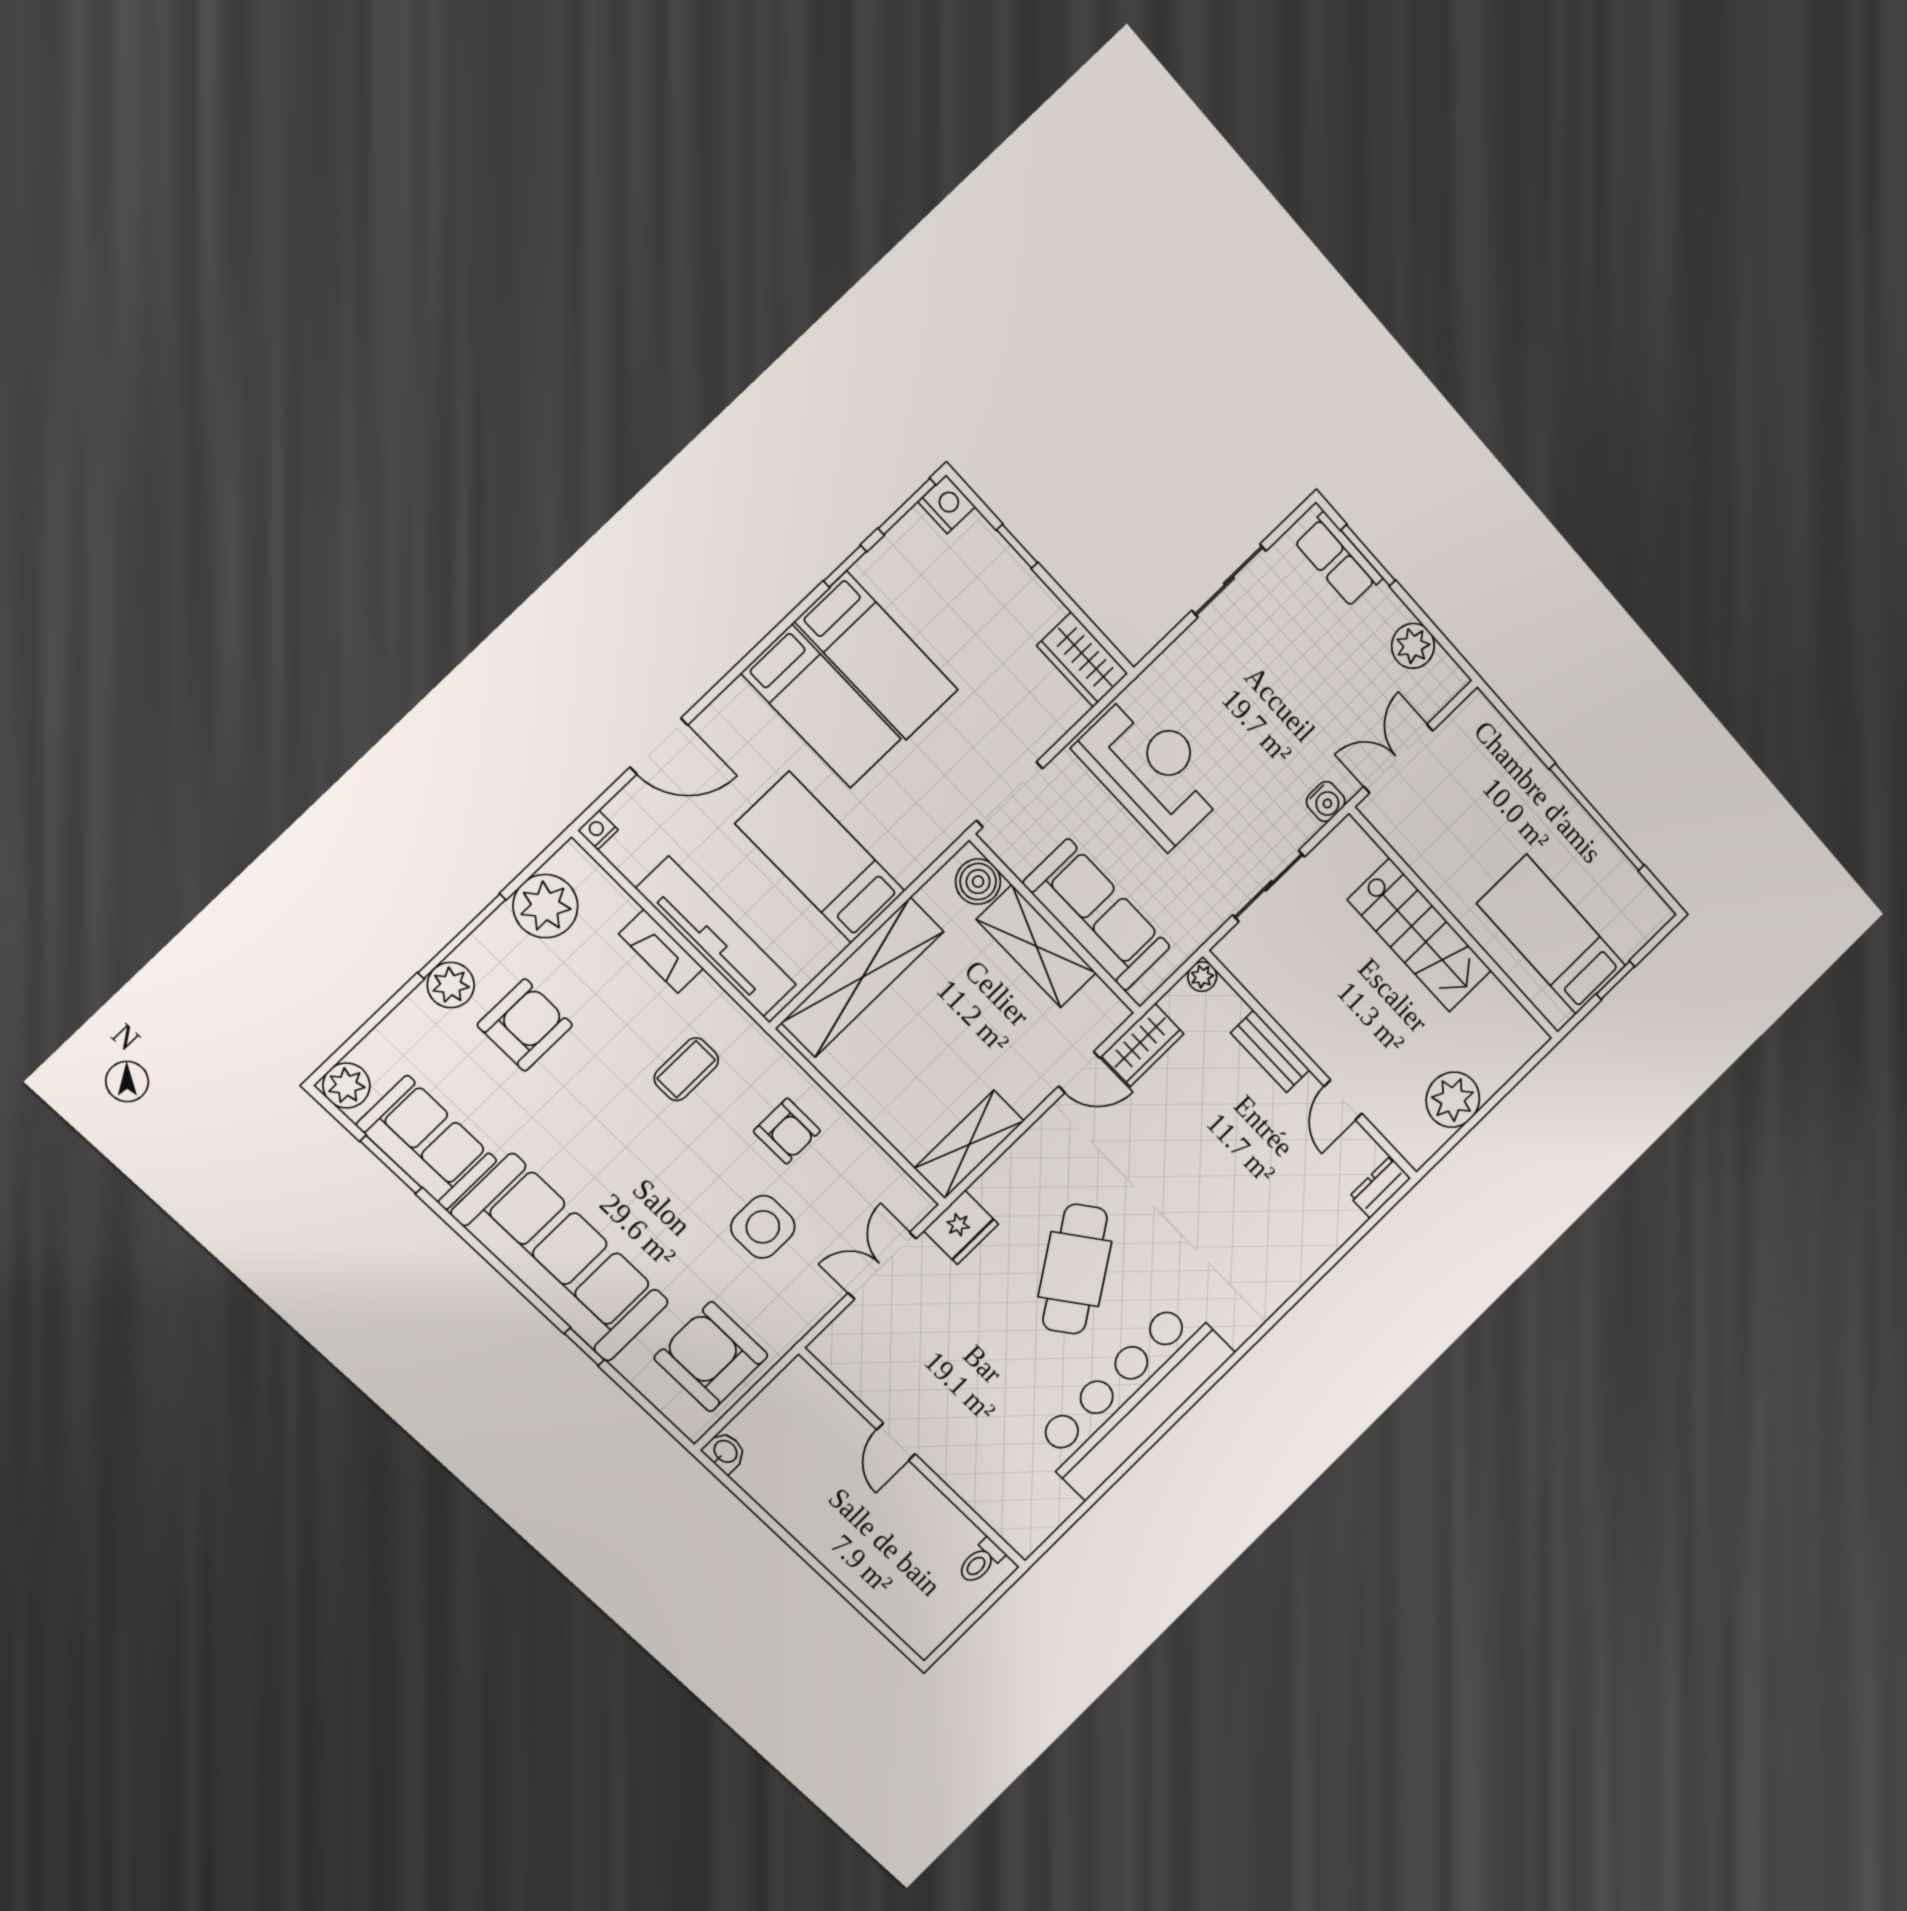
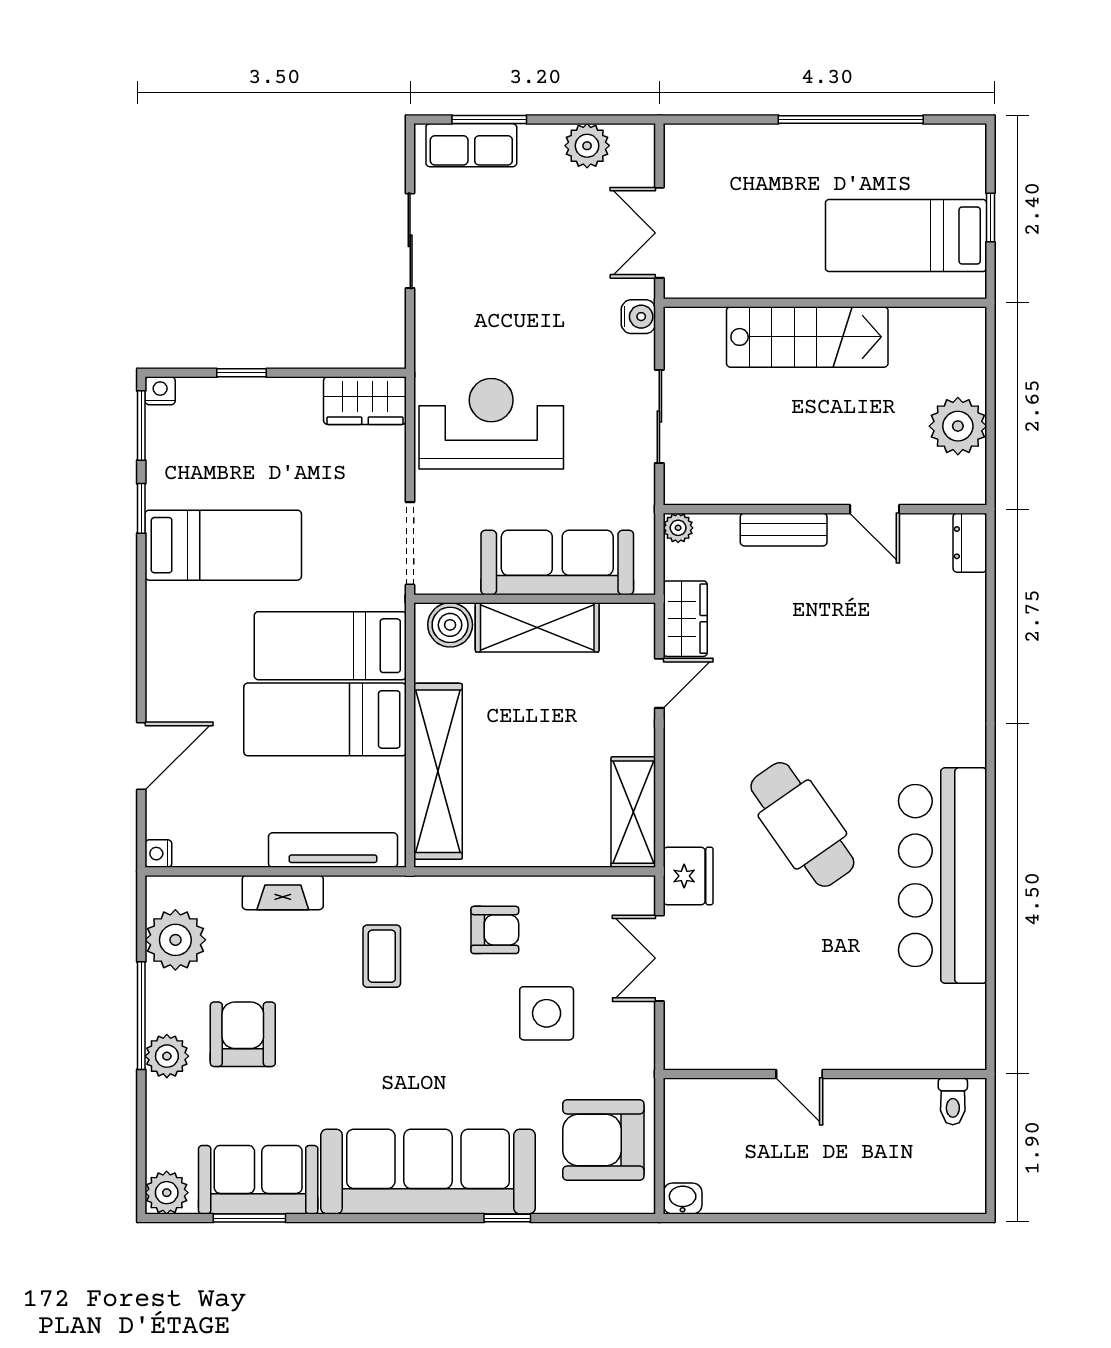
nightstand: (947, 504) -> (160, 391), width x0.72, depth x0.74
bed: (821, 706) -> (330, 646), moved, turned 180
tv unit: (716, 937) -> (333, 850), width x0.73, depth x0.78

